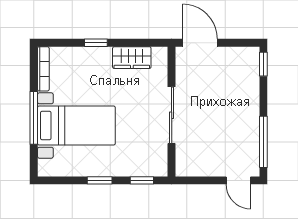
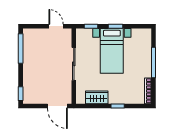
bed with nightstands: (76, 126) -> (112, 51), moved, turned -90
door: (238, 180) -> (56, 26), moved

